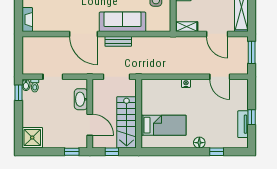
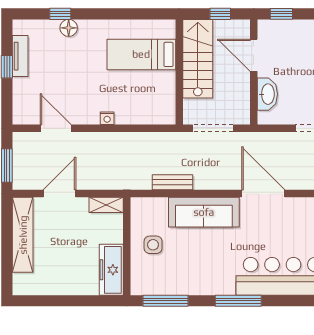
door: (217, 34) -> (60, 194), hinge flipped
bench: (118, 41) -> (173, 182), moved
floor lamp: (199, 143) -> (69, 28), moved

